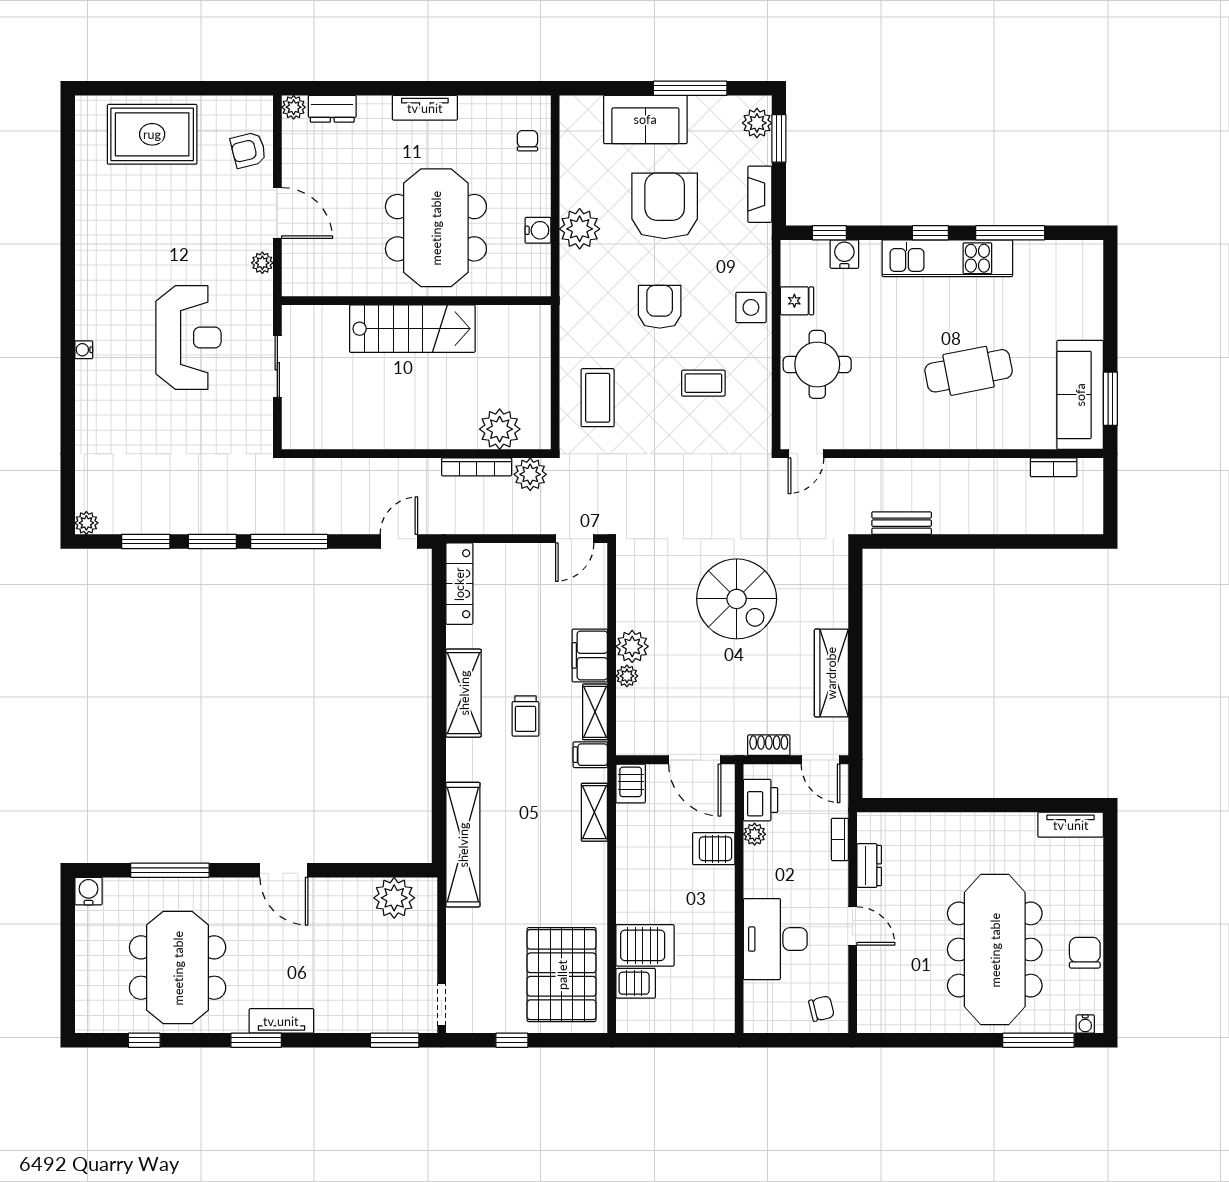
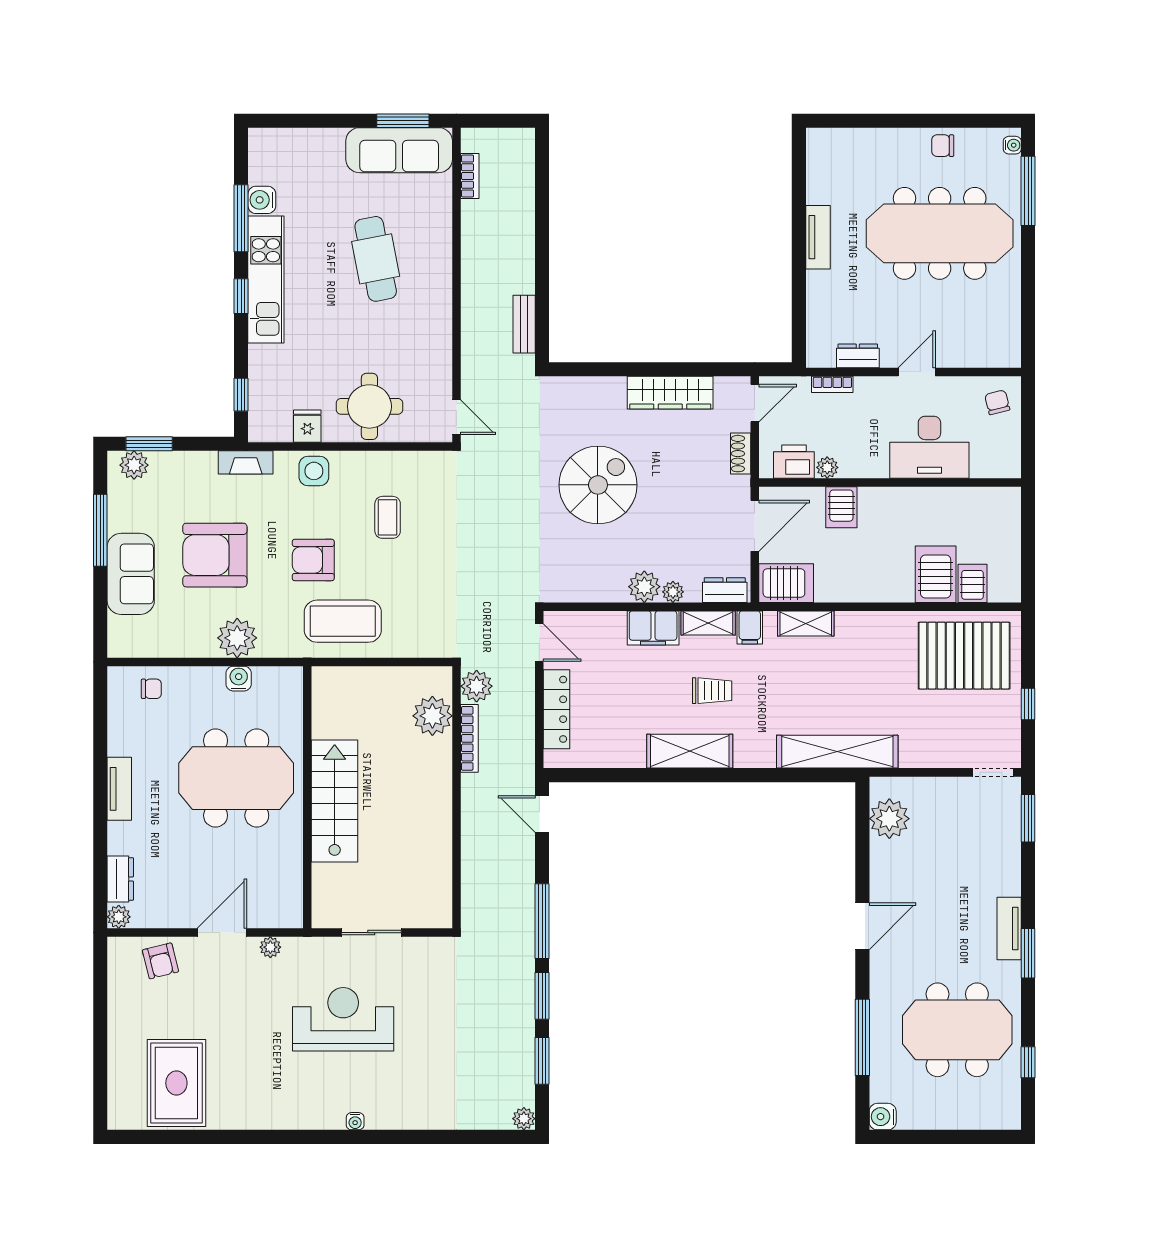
rug: (152, 134) -> (176, 1083), moved
chair: (527, 141) -> (151, 689), turned 180
fireplace: (760, 194) -> (246, 462), moved
water cooler: (844, 254) -> (262, 200), moved
coffee table: (598, 398) -> (343, 621), moved, width x1.36, depth x1.32
locker: (459, 584) -> (557, 709), moved, turned 90
dresser: (629, 729) -> (725, 590), added
server rack: (631, 783) -> (786, 583), width x1.36, depth x1.44
tv unit: (1071, 825) -> (818, 237), moved
chair: (1085, 953) -> (943, 146), width x0.73, depth x0.73

